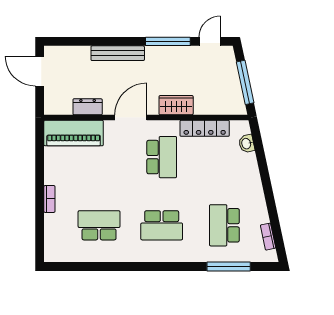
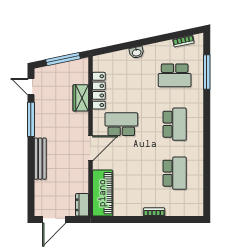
wardrobe: (176, 105) -> (81, 98), moved
dresser: (88, 107) -> (82, 205), moved
door: (131, 118) -> (90, 148), swing flipped
washbasin: (247, 144) -> (137, 52), moved
school desk: (99, 225) -> (175, 173), turned 180

